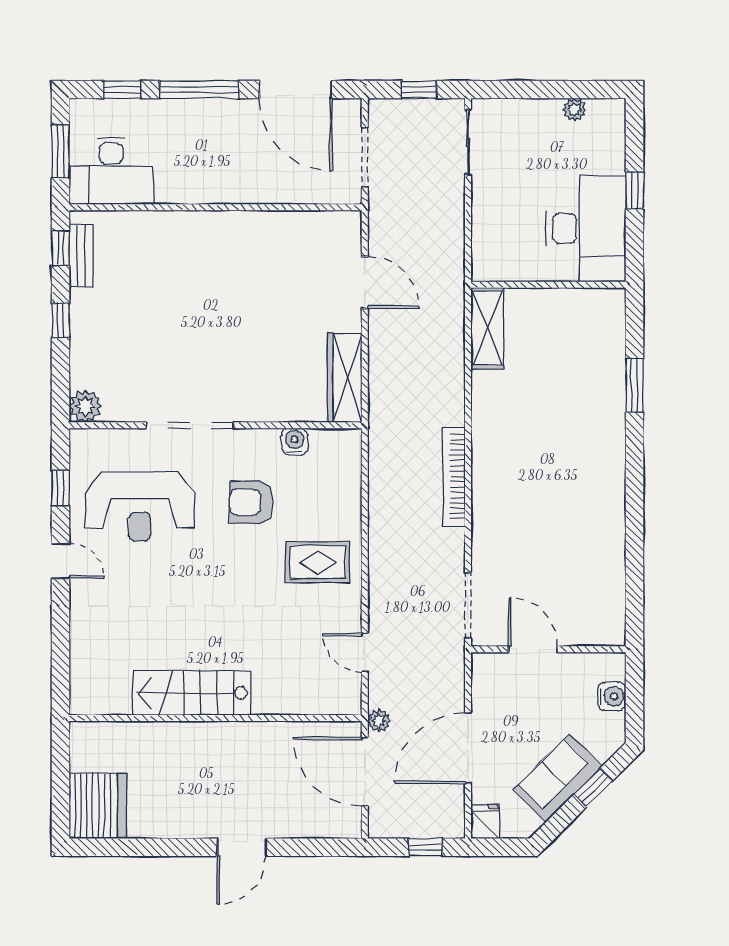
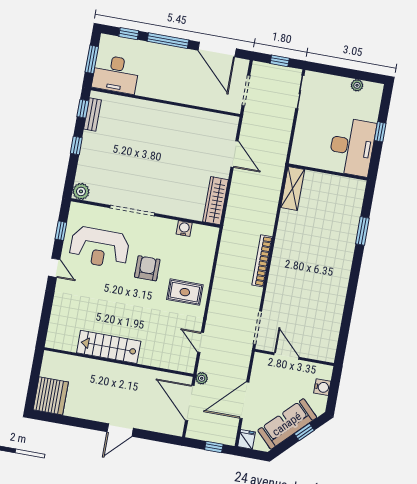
armchair: (251, 502) -> (147, 268), moved, turned 90
sofa: (558, 778) -> (287, 424), width x1.36

